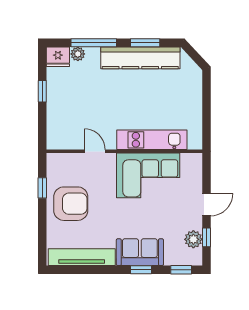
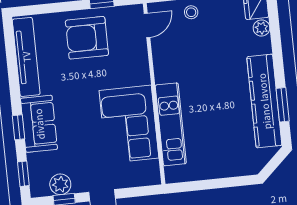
window: (94, 43) -> (276, 45), removed
stool: (58, 113) -> (191, 12), added
door: (95, 151) -> (147, 25), moved
armchair: (71, 204) -> (87, 38), turned 90

